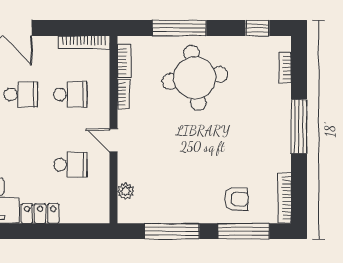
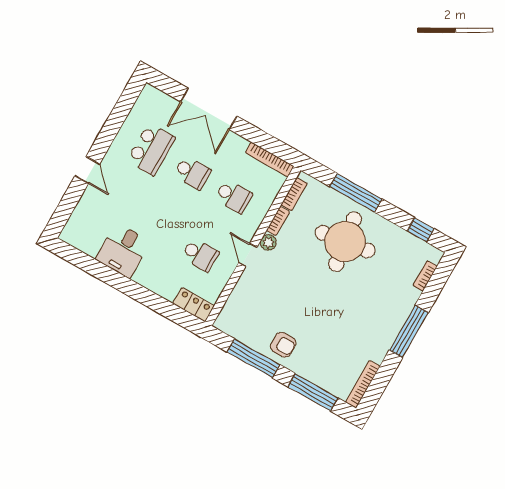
plant: (126, 191) -> (268, 243), moved
armchair: (236, 199) -> (283, 345), moved
locker: (40, 213) -> (193, 305), moved

